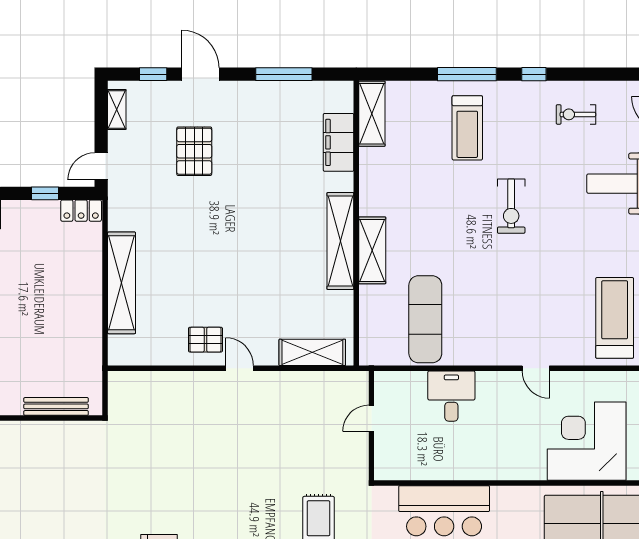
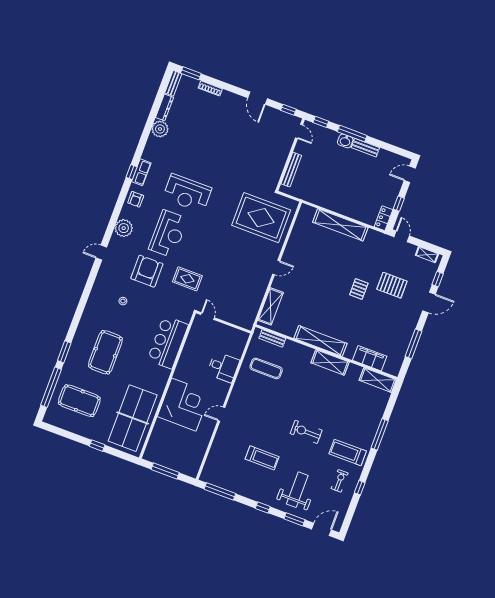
window: (534, 74) -> (360, 488), moved
treadmill: (467, 128) -> (348, 452), moved
shelving: (372, 250) -> (330, 362), moved
treadmill: (615, 318) -> (262, 458), moved, width x0.73, depth x0.73
exercise mat: (425, 319) -> (266, 368), width x0.73, depth x0.69
bench: (368, 328) -> (272, 338), added
pallet: (205, 340) -> (359, 289), moved
door: (371, 418) -> (208, 316), moved
rug: (161, 428) -> (261, 218), added
corner desk: (587, 441) -> (184, 405), moved

